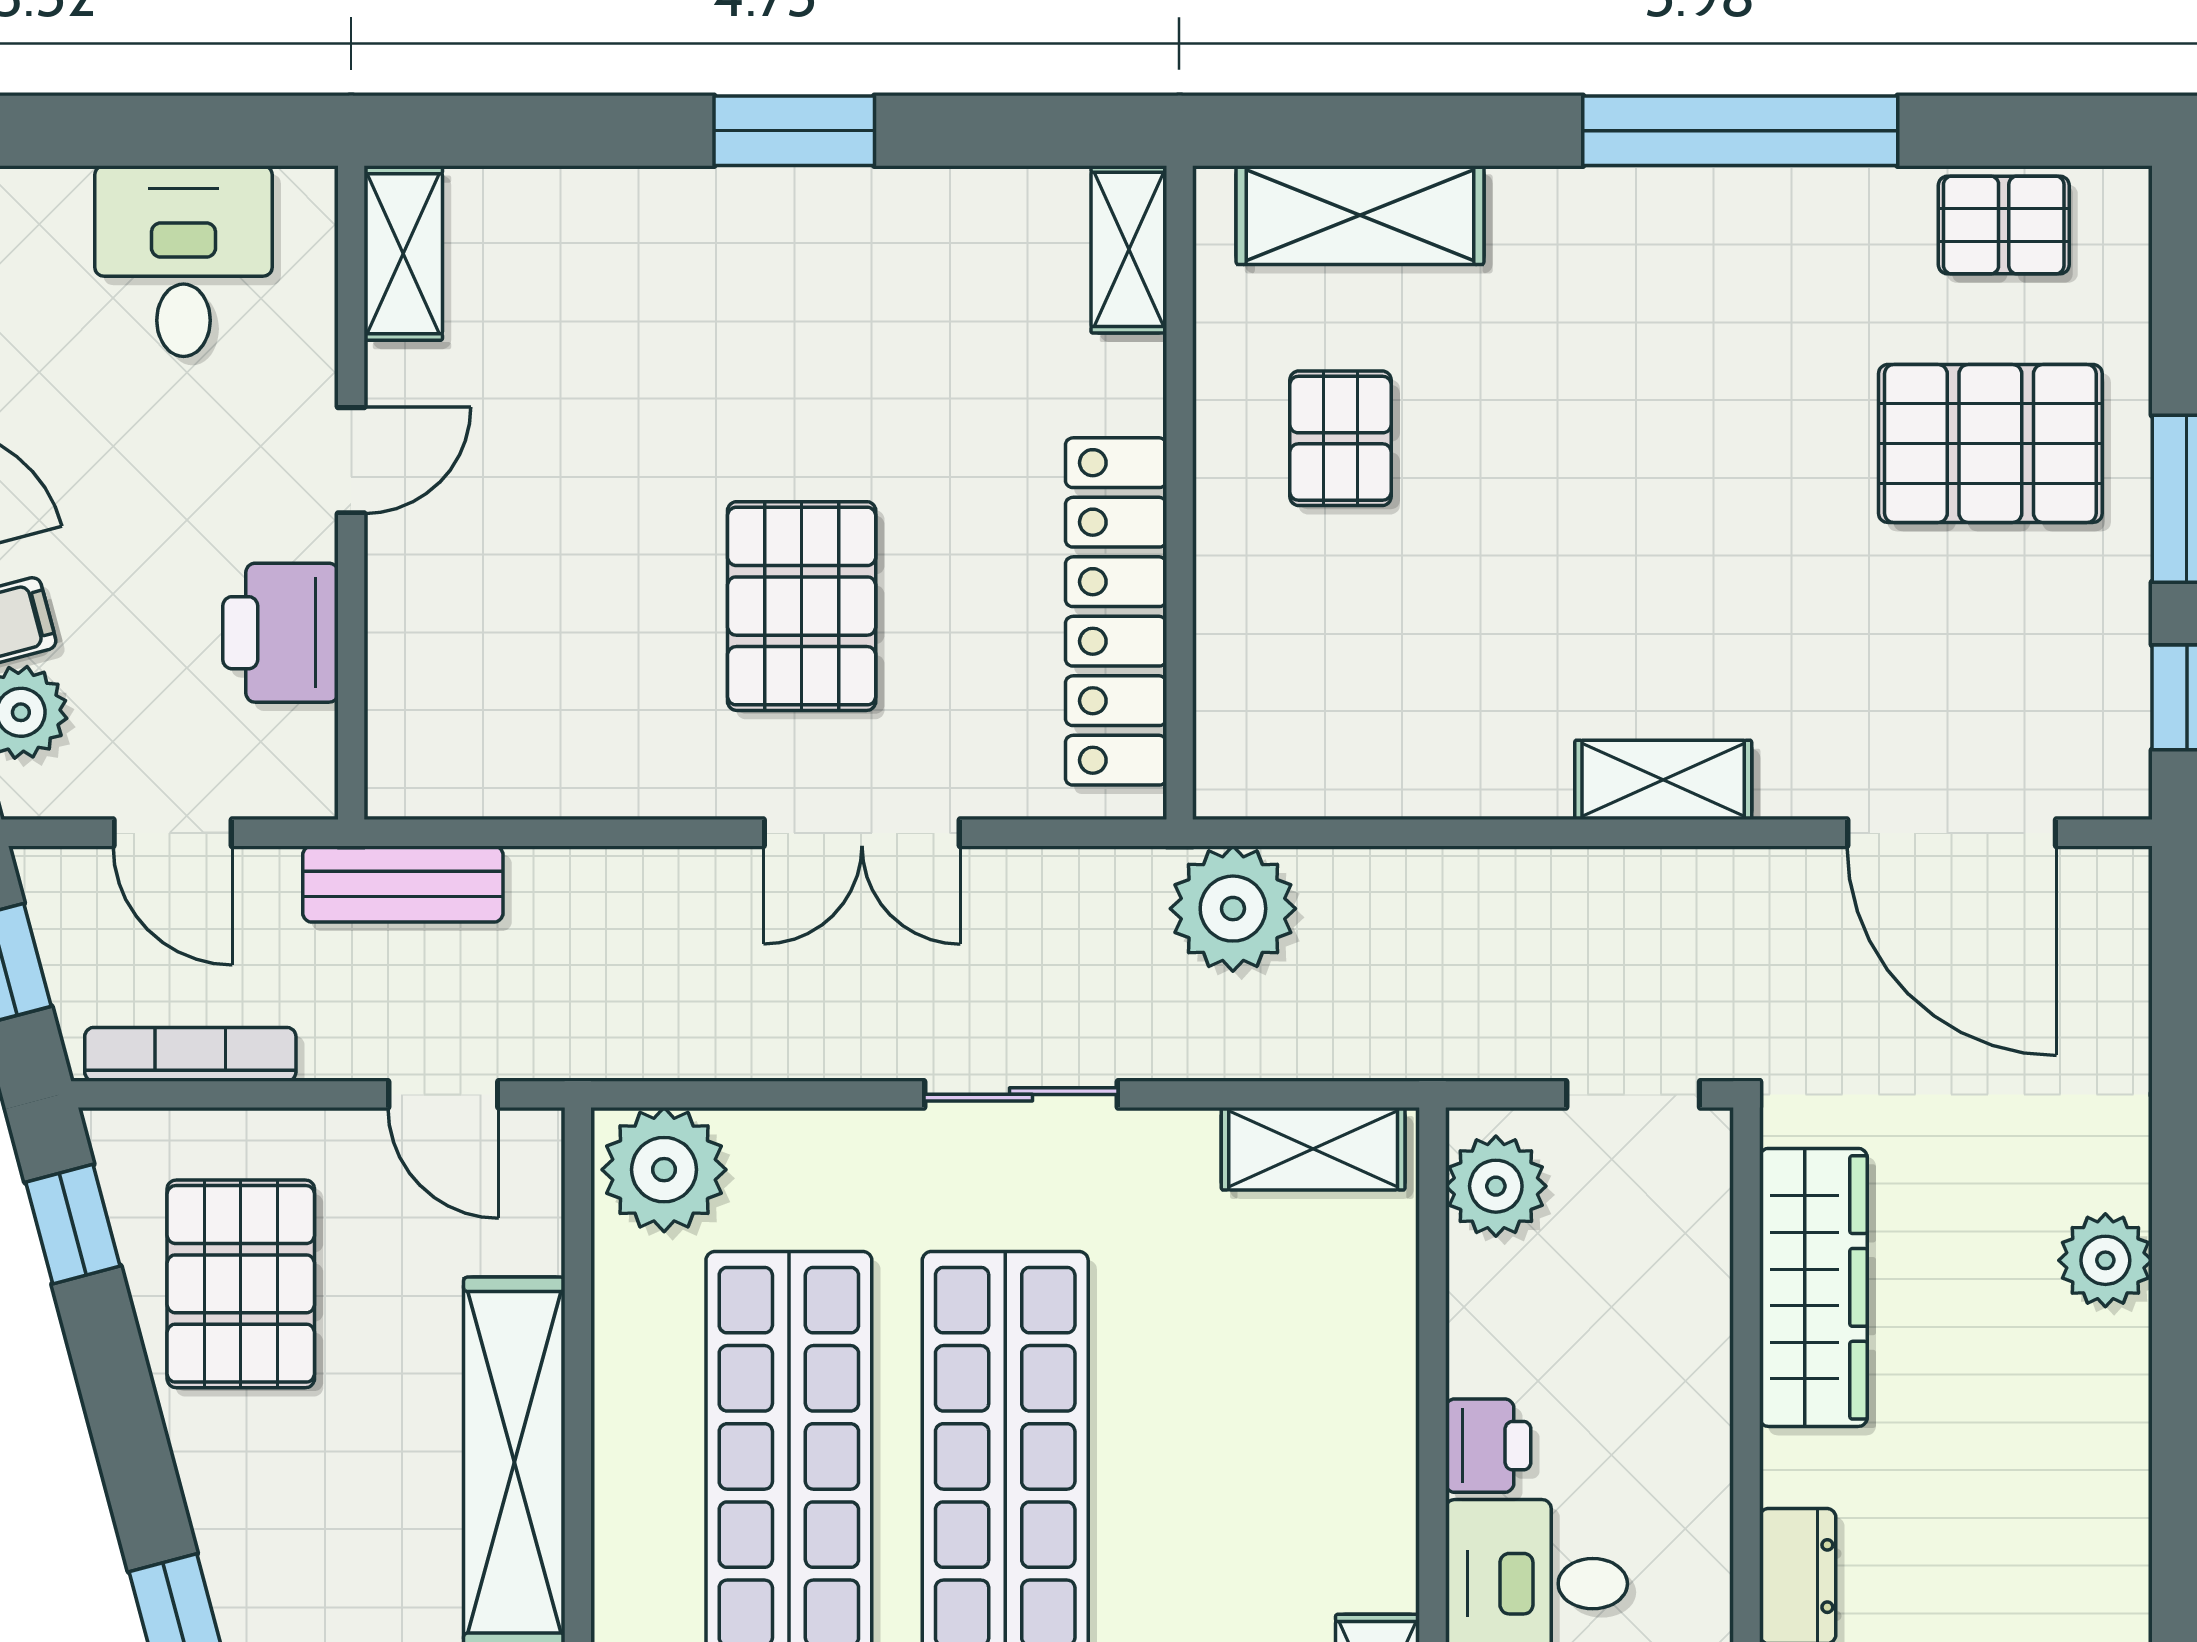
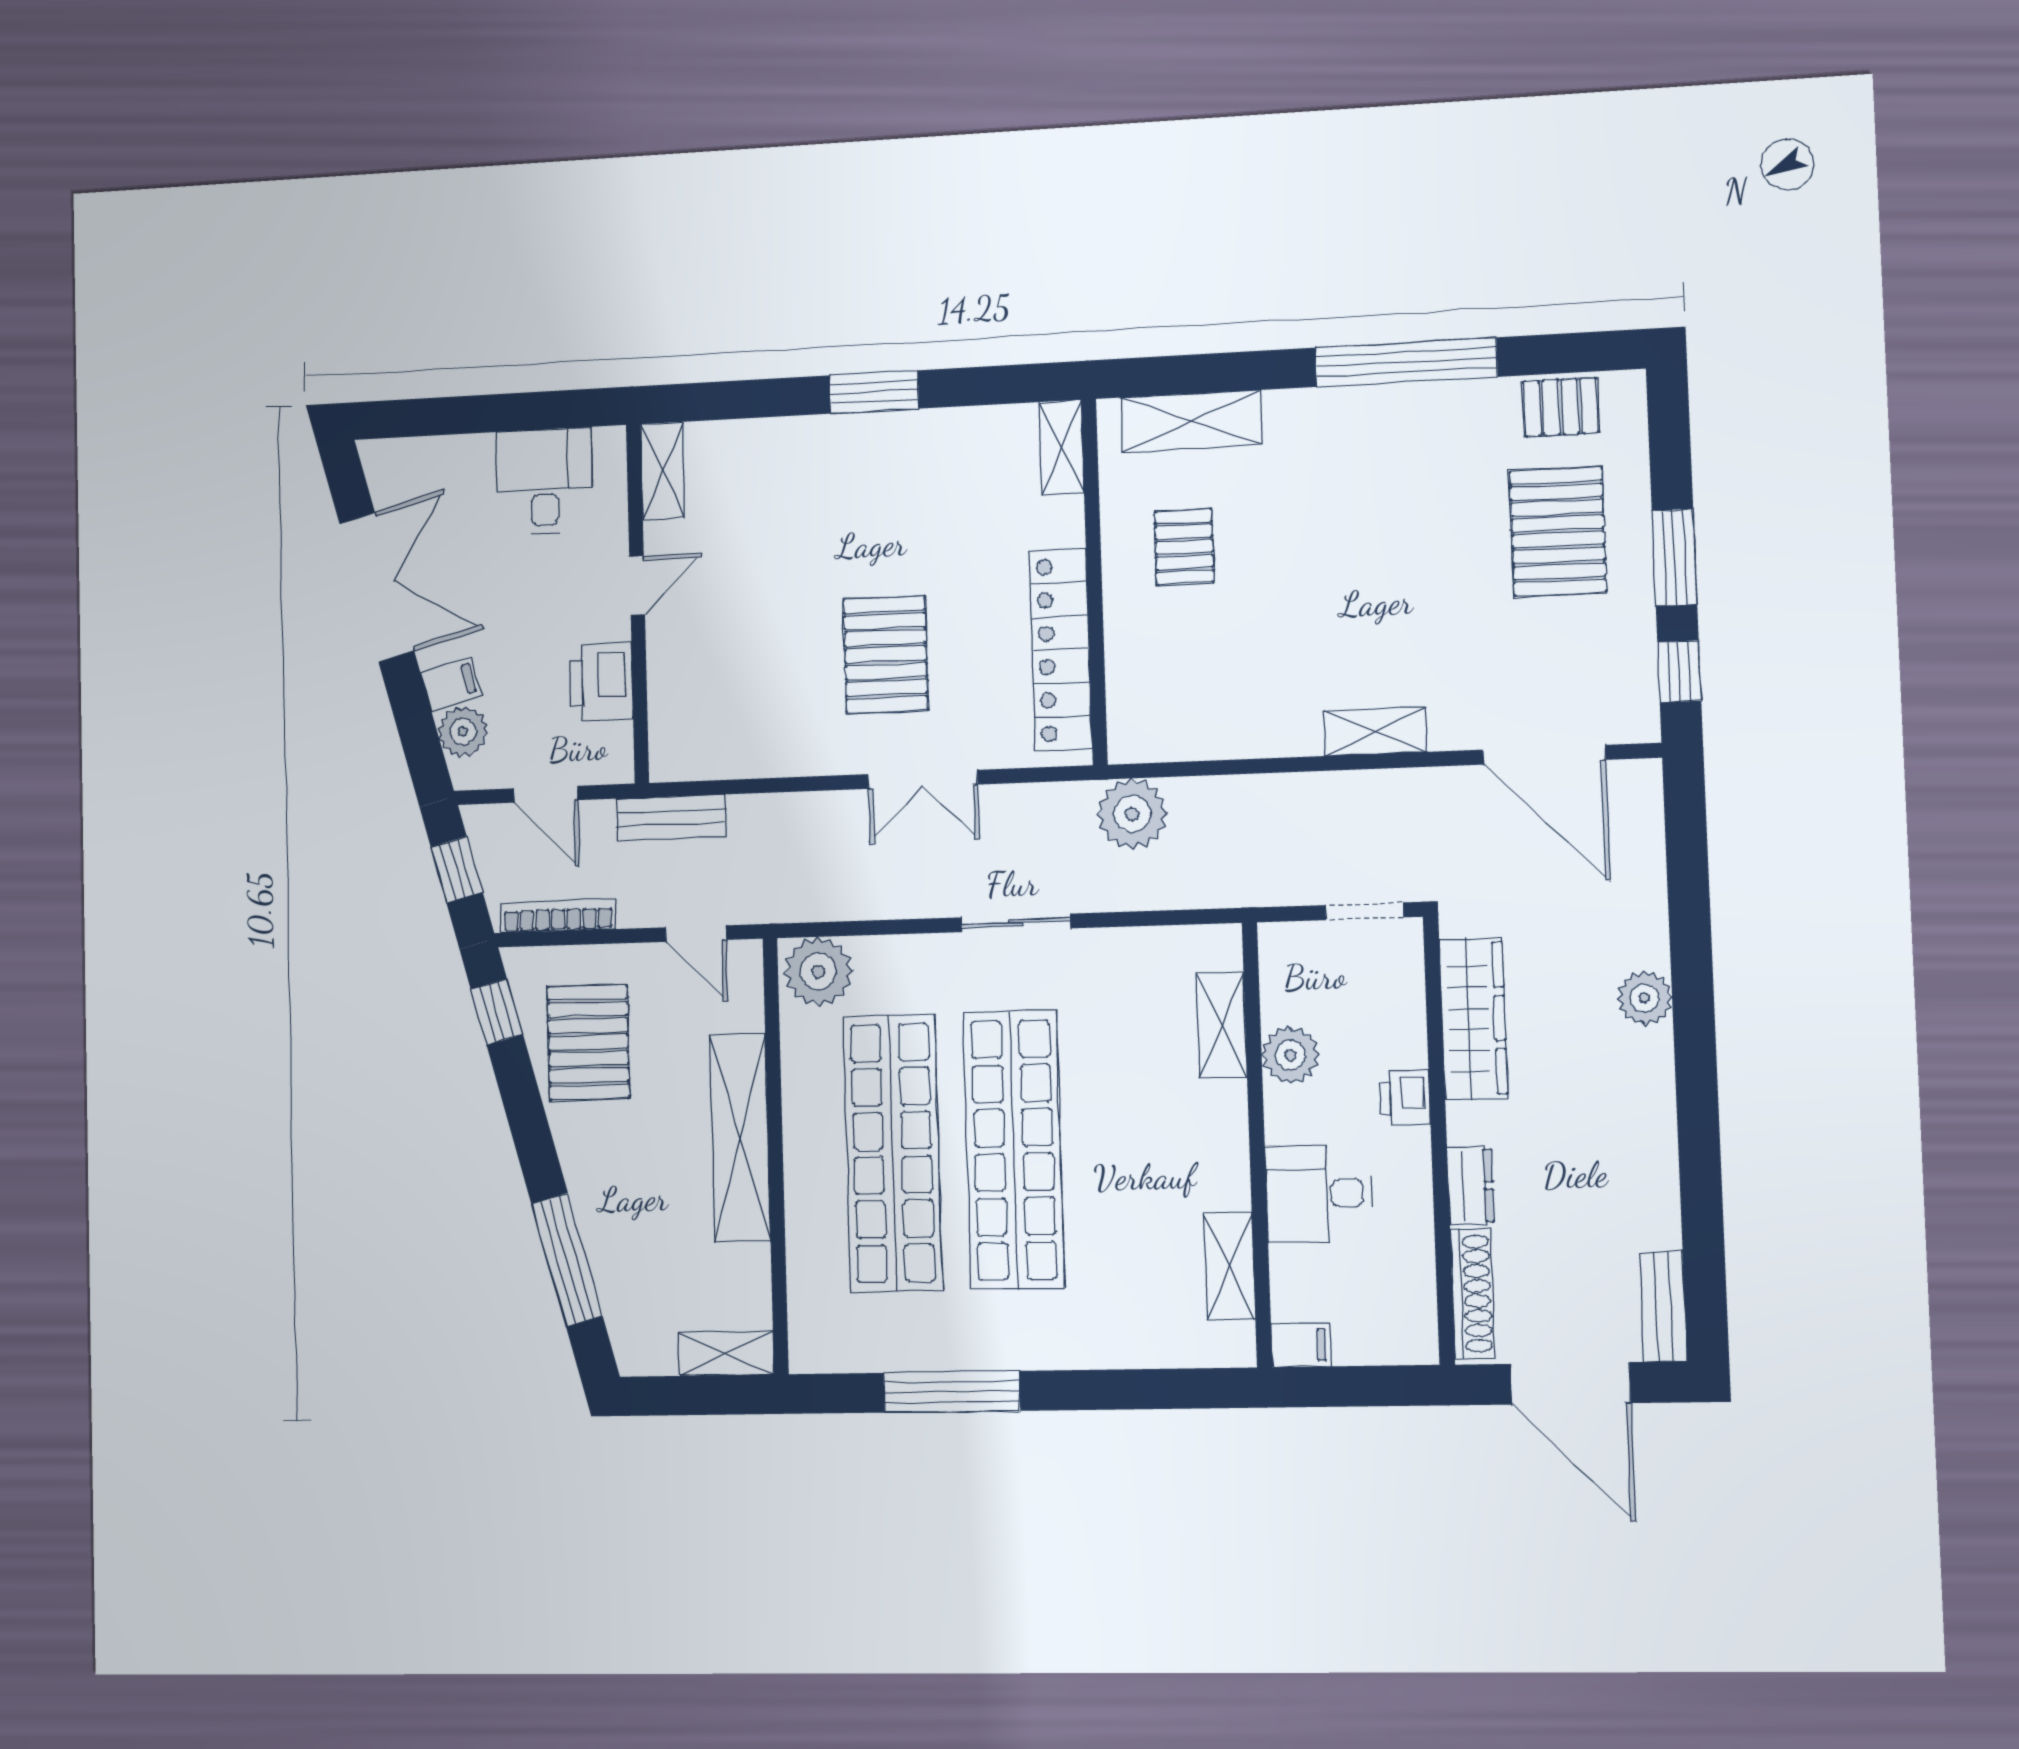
pallet: (1990, 443) -> (1558, 532), turned 90
shelving: (1313, 1149) -> (1222, 1025), moved, turned 90
plant: (1496, 1186) -> (1290, 1055), moved
printer: (1488, 1446) -> (1405, 1098), moved, turned 180

